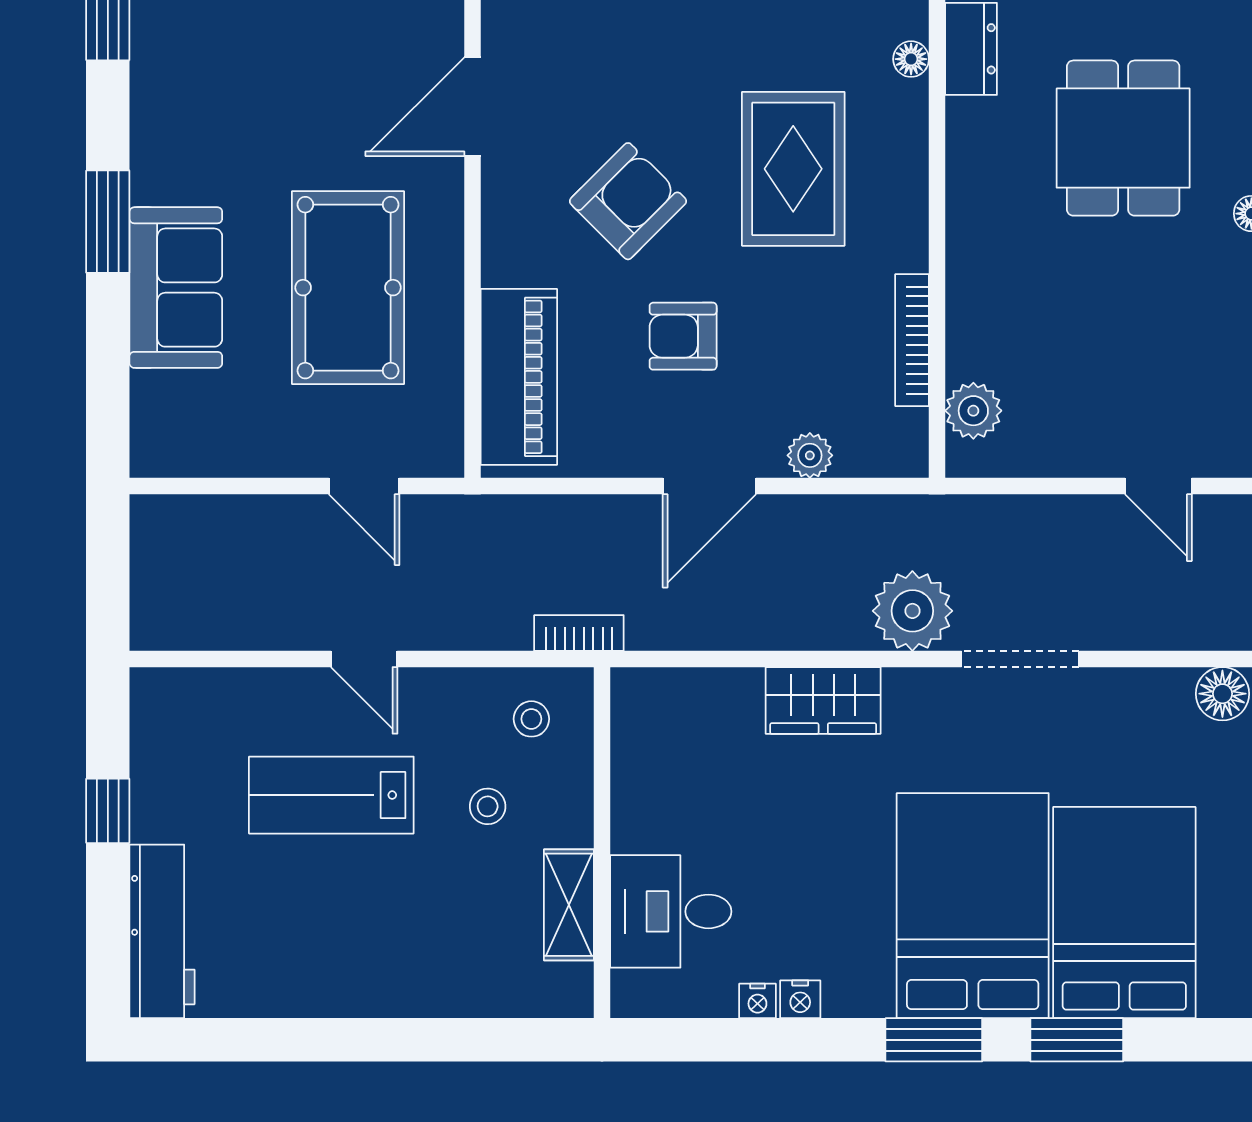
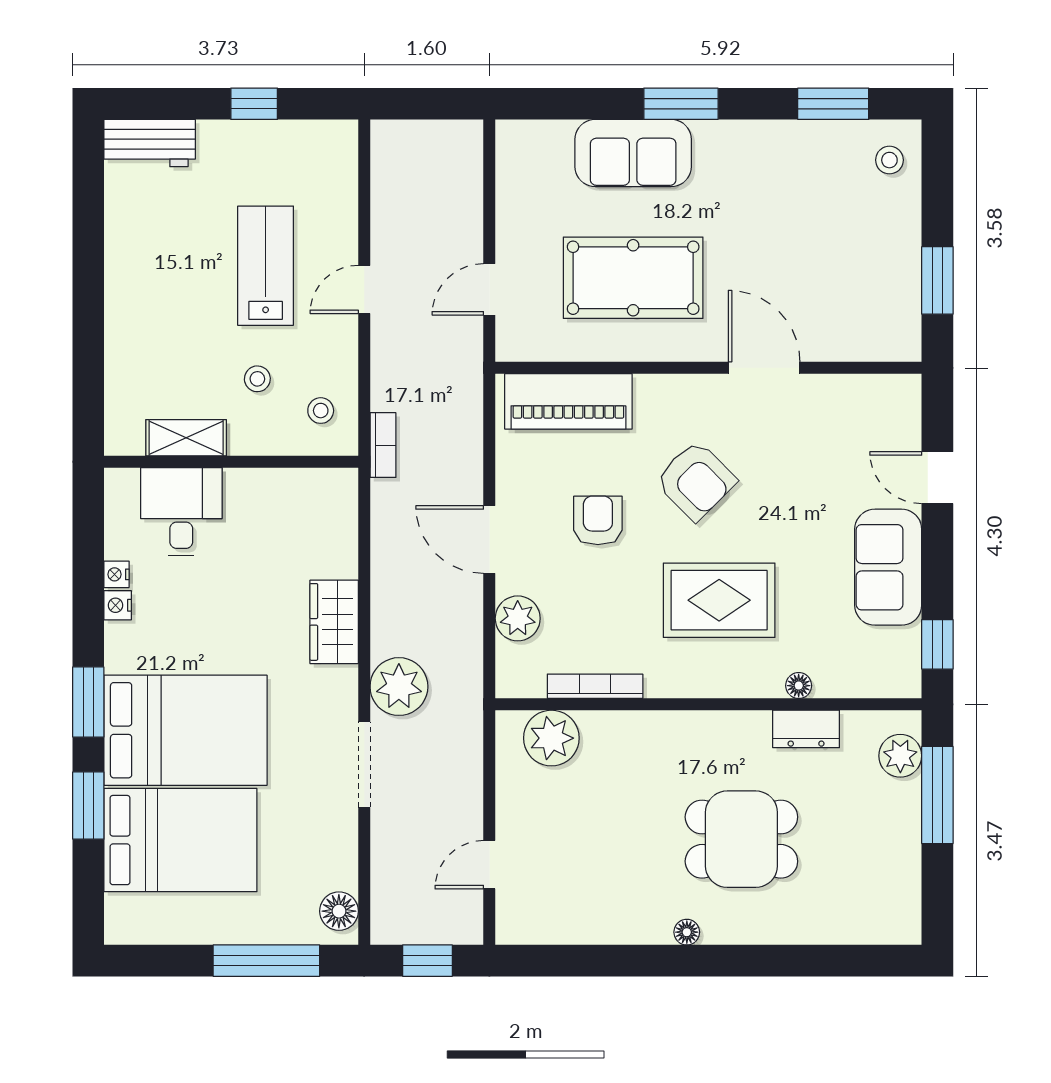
plant: (973, 411) -> (551, 738), width x1.36, depth x1.36
plant: (810, 455) -> (518, 618), width x1.38, depth x1.38
workbench: (162, 931) -> (150, 143), width x0.73

